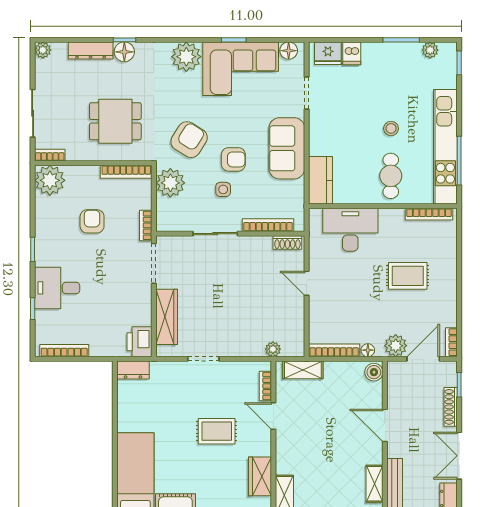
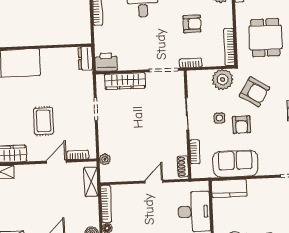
sofa: (287, 148) -> (235, 164), moved
bookcase: (268, 225) -> (195, 152), width x0.64

